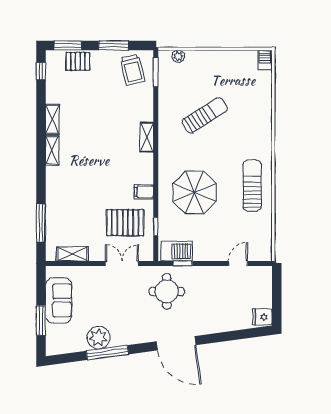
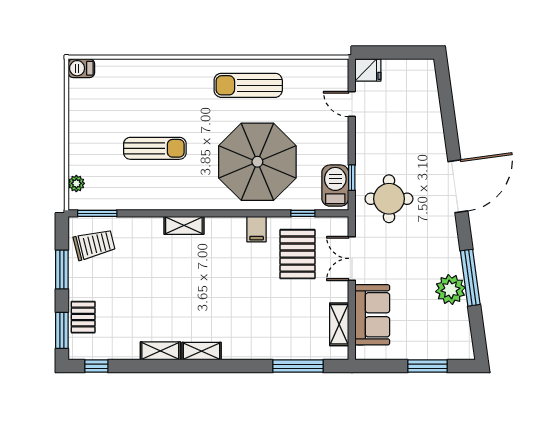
sun lounger: (205, 115) -> (155, 148), turned 122
parasol: (195, 192) -> (257, 162), width x1.36, depth x1.36
sofa: (59, 300) -> (372, 315), moved, turned 90
fridge: (262, 317) -> (368, 70), moved, turned -90

